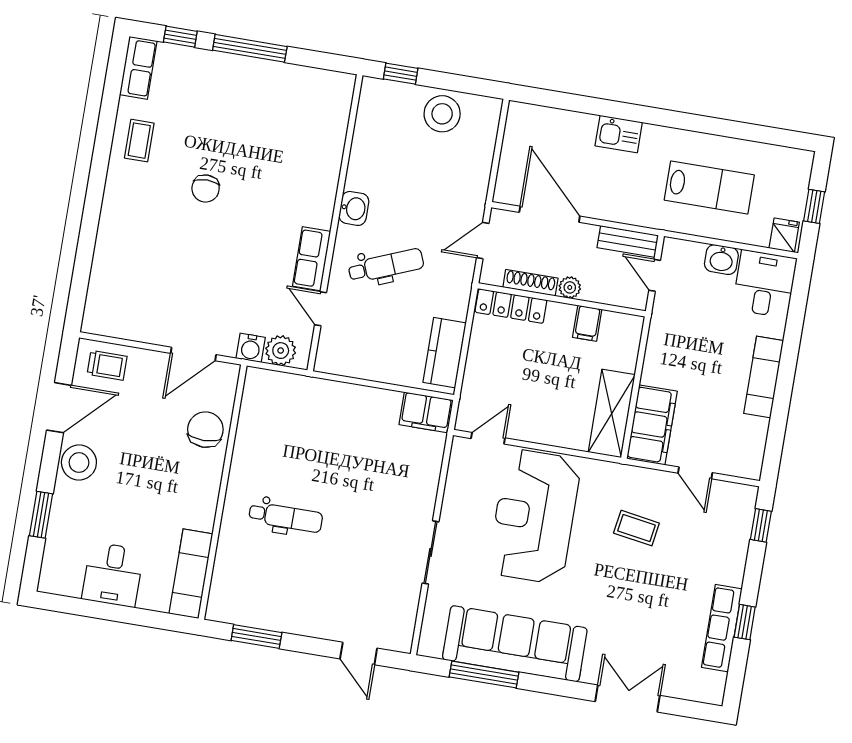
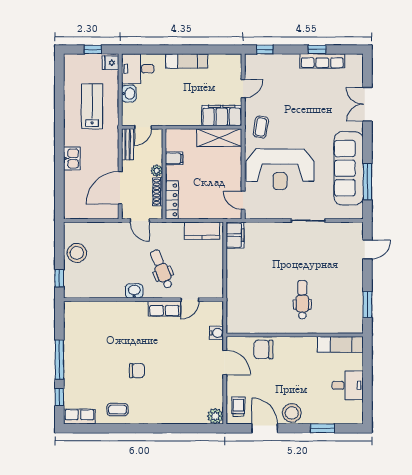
plant: (281, 351) -> (215, 416), moved
coffee table: (636, 528) -> (261, 127), moved

